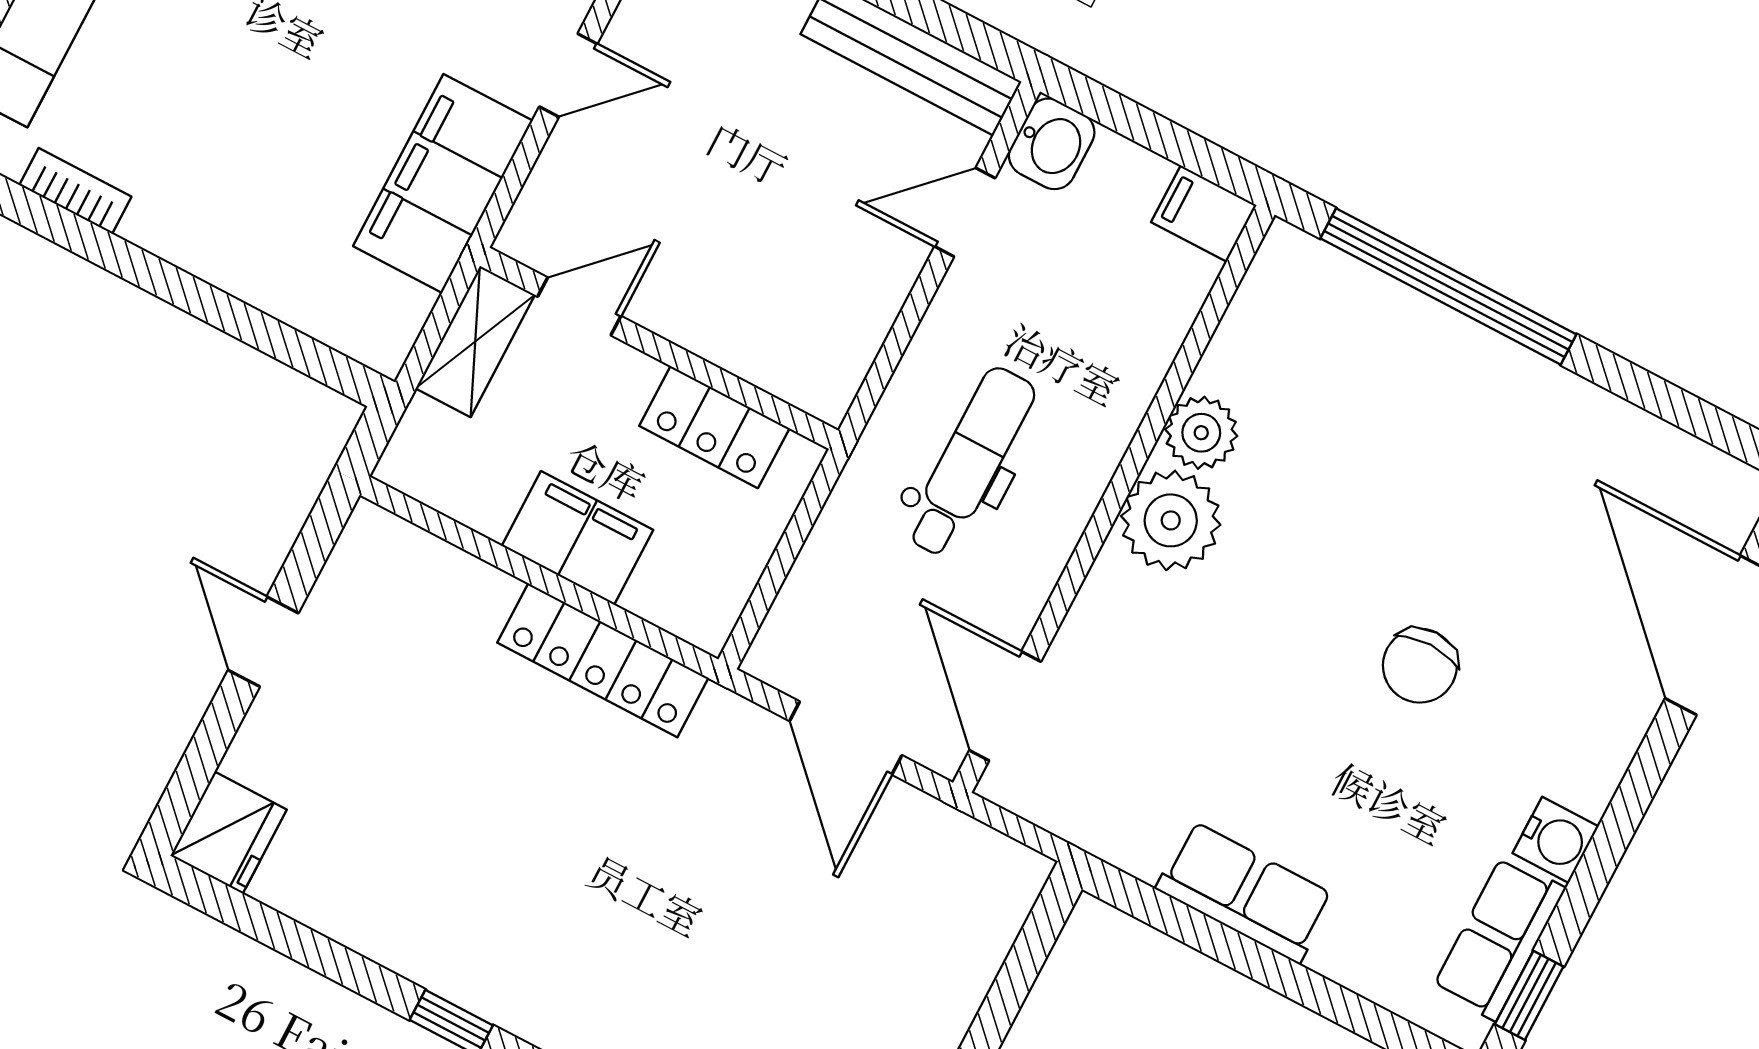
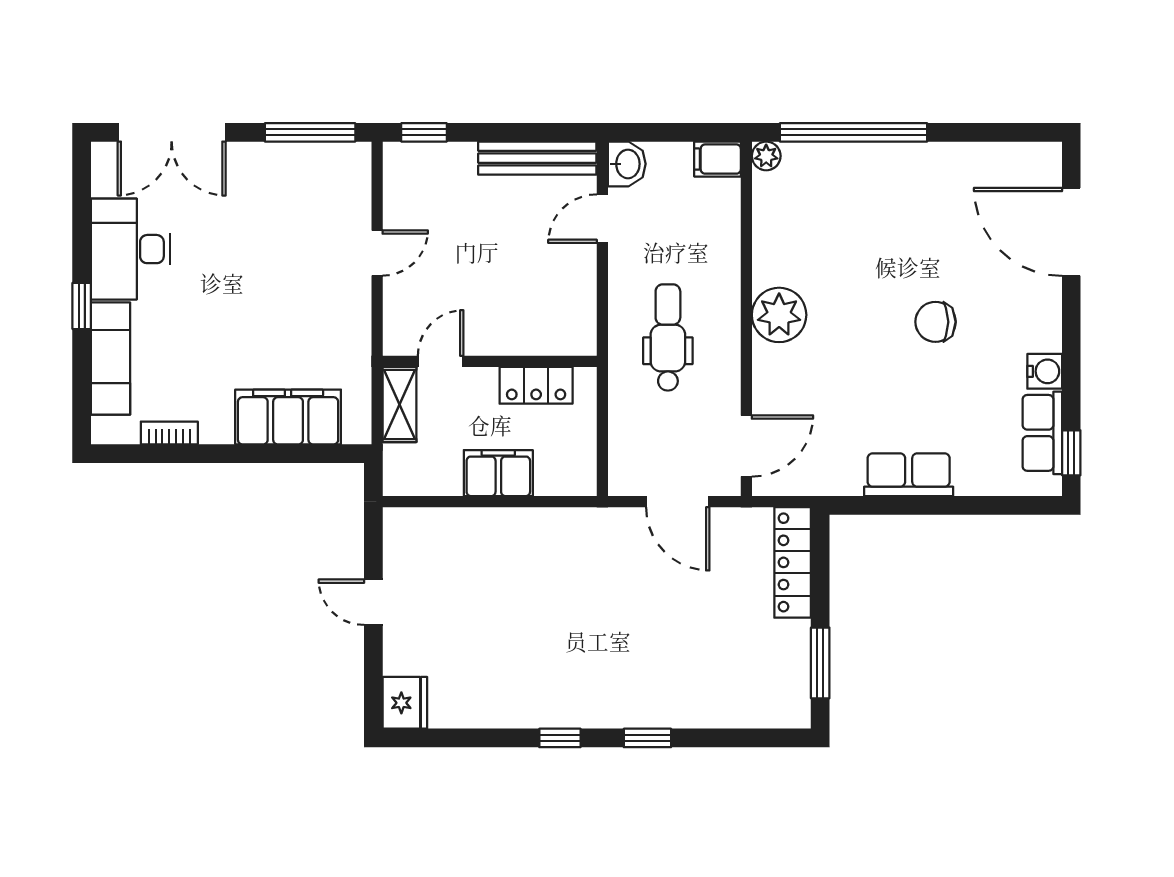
filing cabinet: (443, 183) -> (288, 417), moved, turned 90
plant: (1201, 433) -> (766, 156), moved, width x0.73, depth x0.73
locker: (603, 660) -> (793, 562), moved, turned 90
chair: (1420, 666) -> (935, 322), turned 90
door: (1005, 706) -> (746, 446), swing flipped

